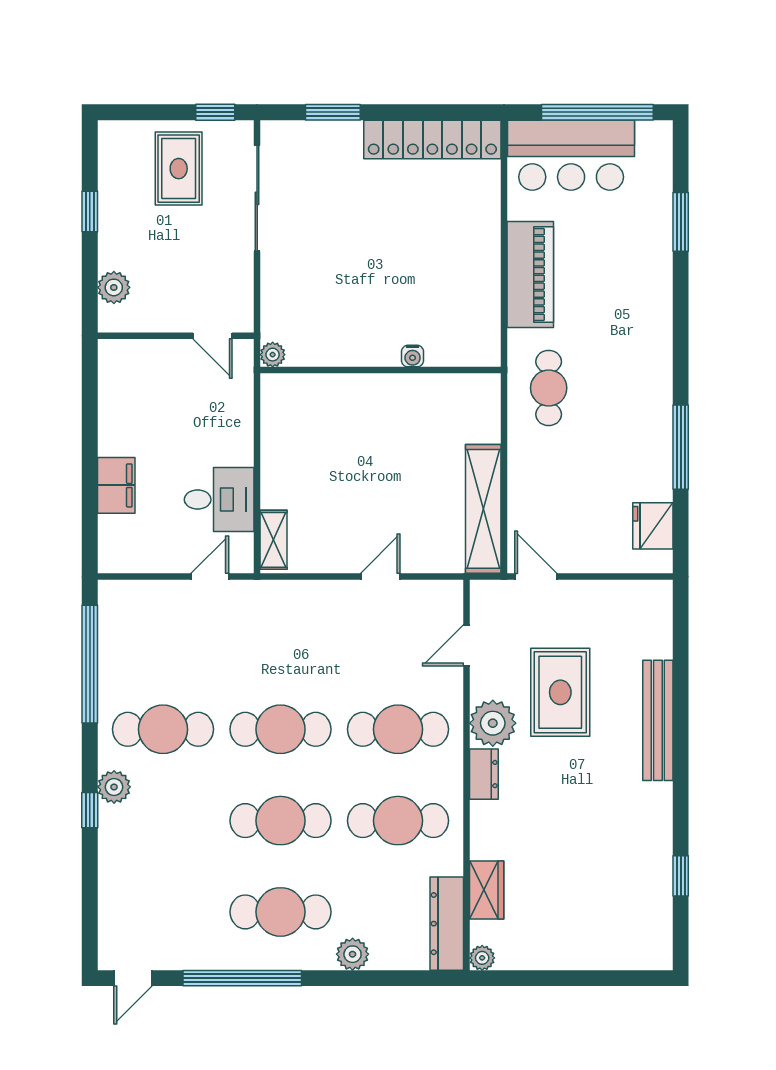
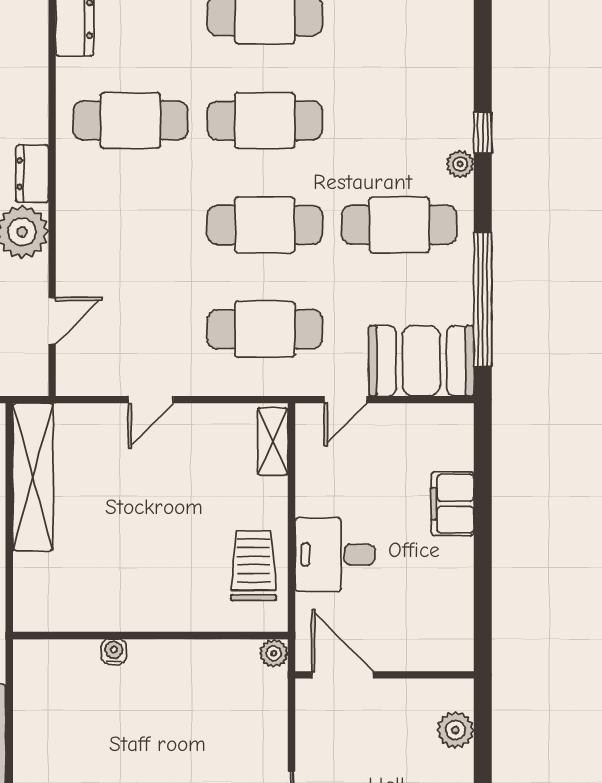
door: (212, 336) -> (343, 675), width x1.38
trolley: (290, 431) -> (254, 565), added
desk: (219, 500) -> (335, 555), moved
booth: (144, 610) -> (421, 361), added
cafe table: (398, 729) -> (265, 329), moved
plant: (114, 787) -> (460, 164), width x0.73, depth x0.73
wardrobe: (487, 890) -> (29, 41), removed

